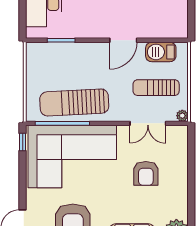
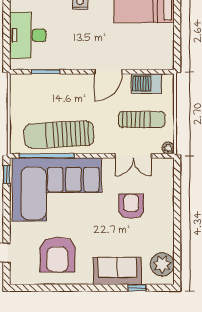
sun lounger: (156, 88) -> (142, 120), turned 180
armchair: (146, 173) -> (131, 206), turned 180

